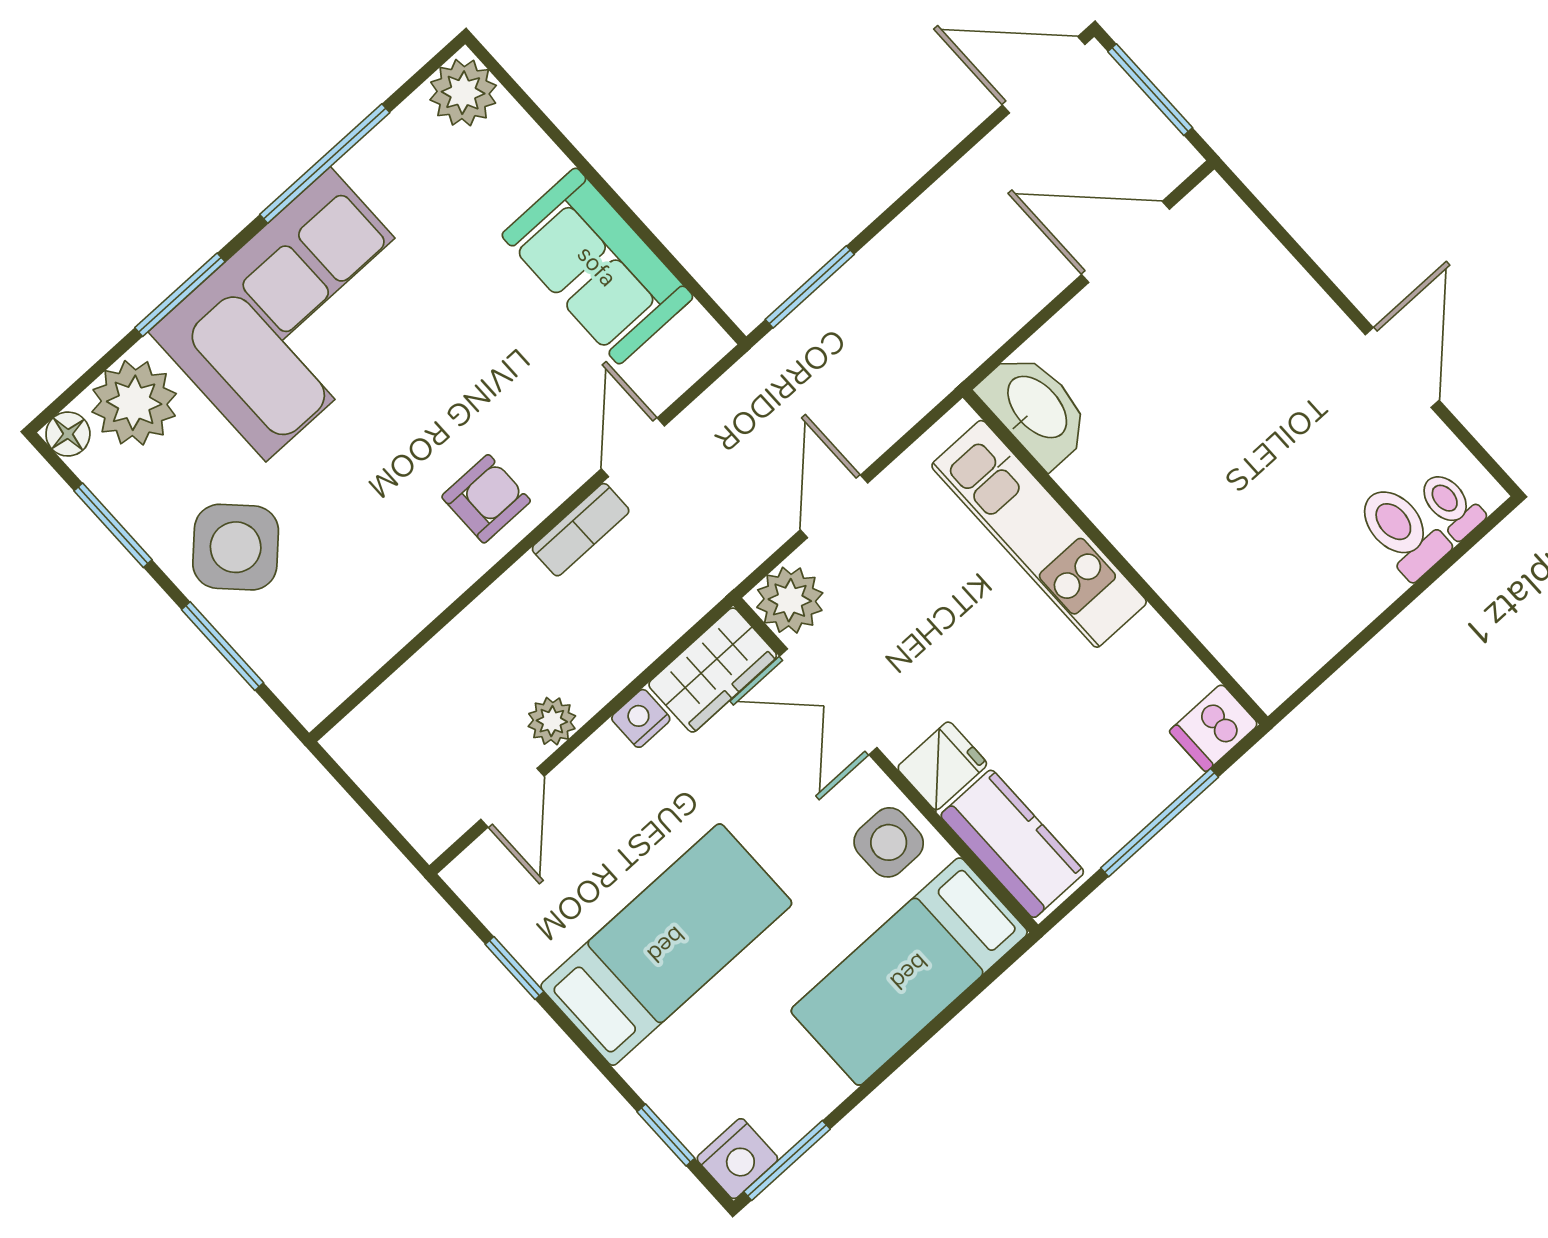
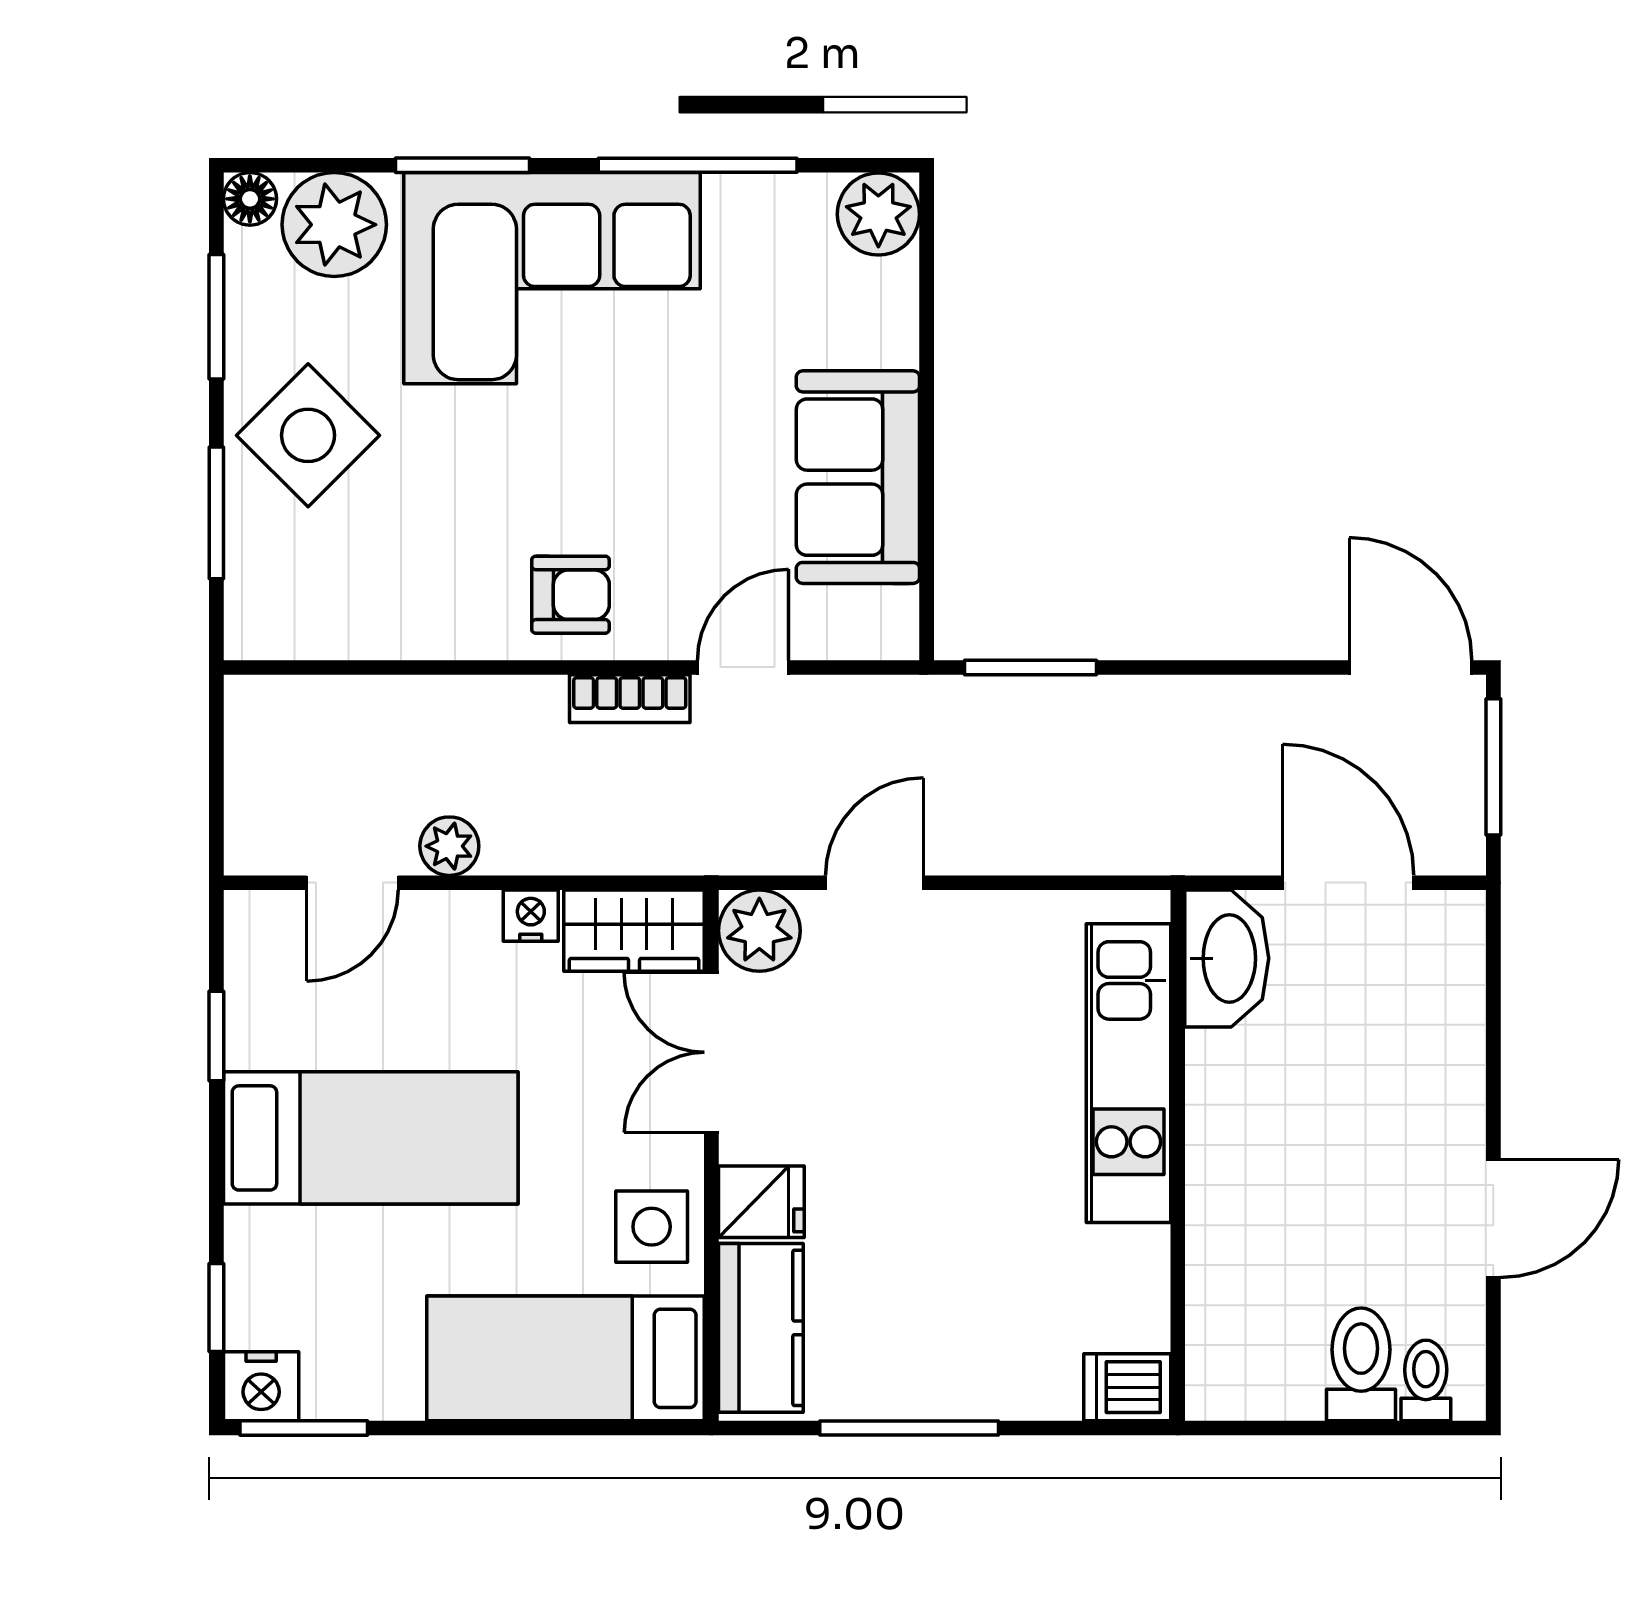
washbasin: (1036, 408) -> (1227, 958), moved
kitchen unit: (1039, 534) -> (1128, 1073), moved
wall: (1115, 557) -> (1178, 1155), moved
dishwasher: (1214, 728) -> (1127, 1387), moved

